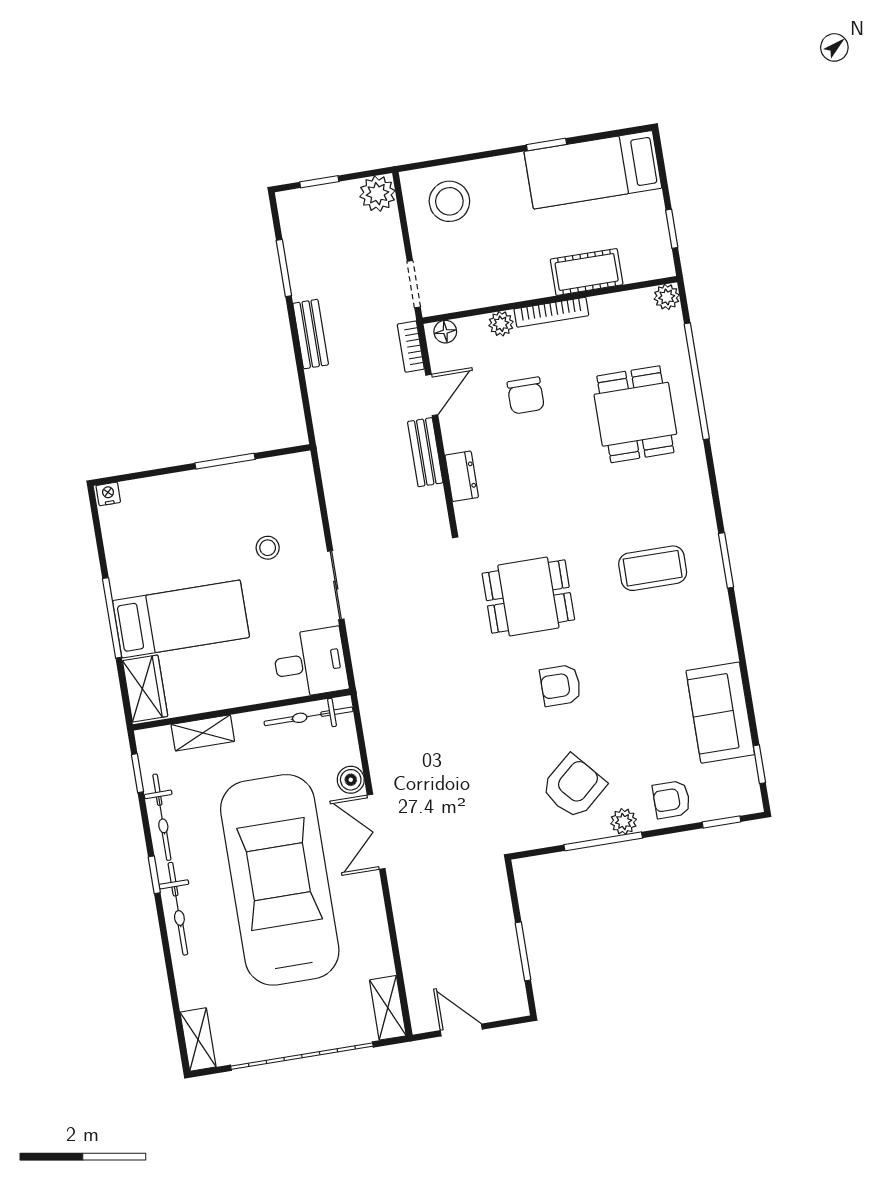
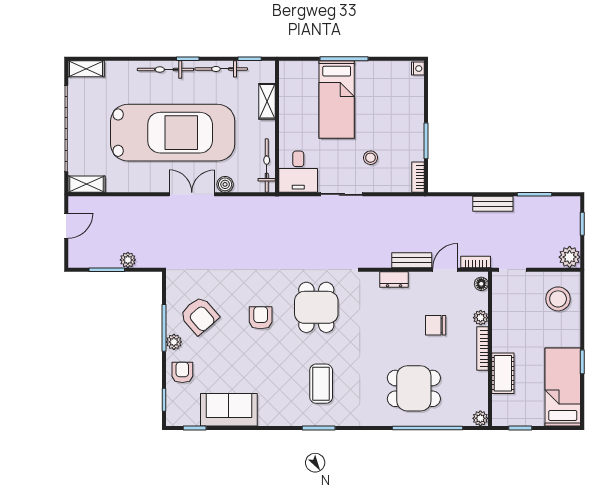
door: (432, 395) -> (445, 270), swing flipped
bookcase: (287, 465) -> (418, 177), added
wardrobe: (145, 688) -> (299, 71), removed
plant: (501, 919) -> (128, 260), added

